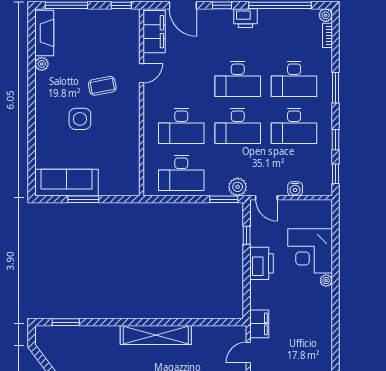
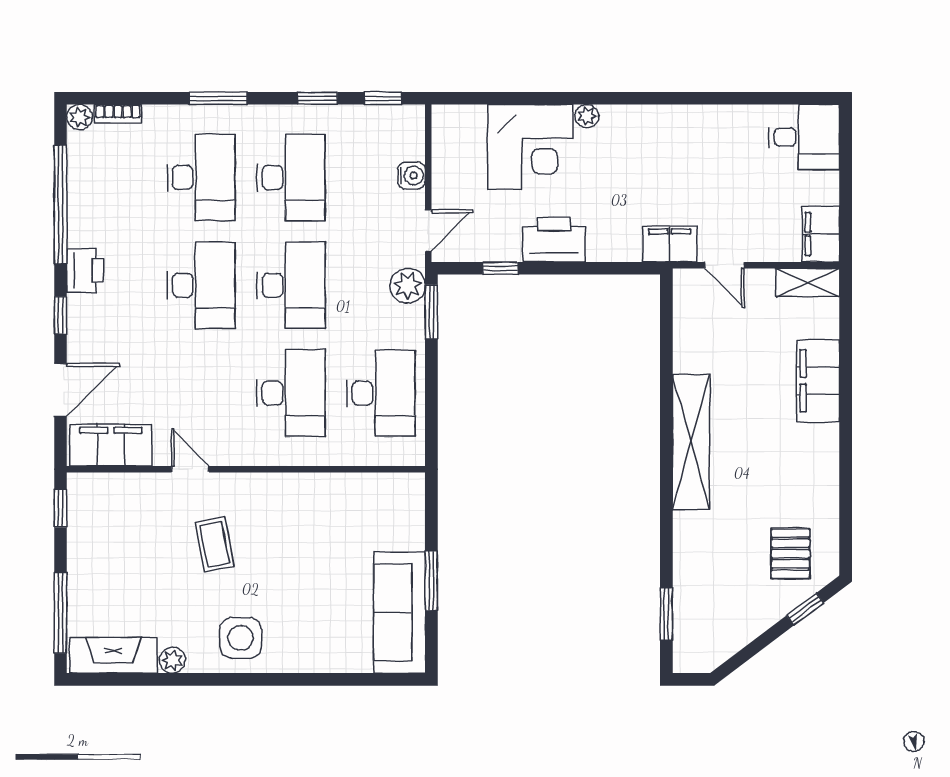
side table: (80, 119) -> (241, 638), moved

